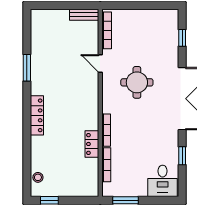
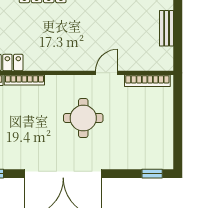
bench: (84, 15) -> (167, 28), moved
window: (182, 38) -> (152, 174), moved

